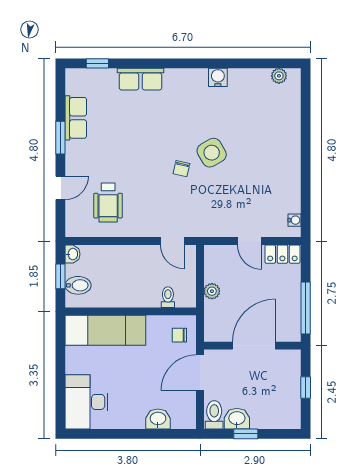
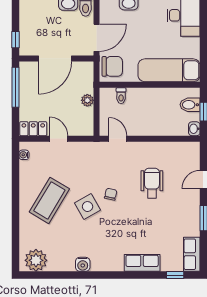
plant: (279, 76) -> (36, 260), width x1.87, depth x1.87
row of seats: (76, 118) -> (192, 254), moved
coffee table: (261, 161) -> (49, 200), added
wheelchair: (108, 203) -> (152, 183), moved
chair: (179, 335) -> (112, 66), width x1.87, depth x1.87
window: (306, 387) -> (16, 40), moved

